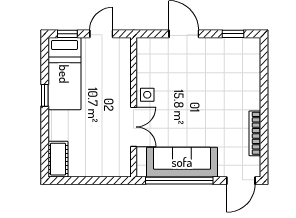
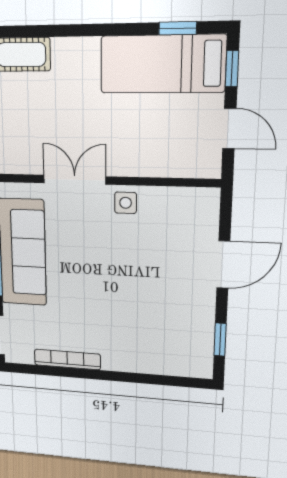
window: (45, 95) -> (178, 28), moved
double door: (134, 127) -> (75, 180), swing flipped

